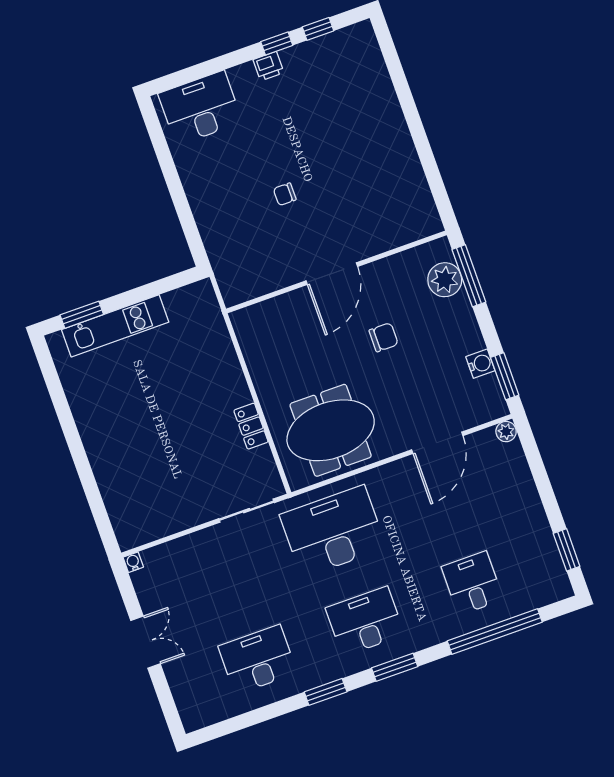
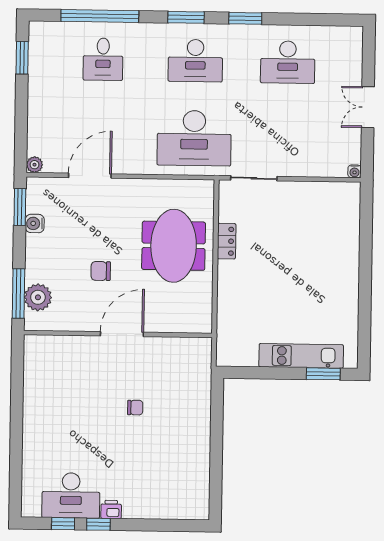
desk: (200, 108) -> (71, 495), moved
meeting table: (331, 430) -> (174, 246), moved, turned 90

